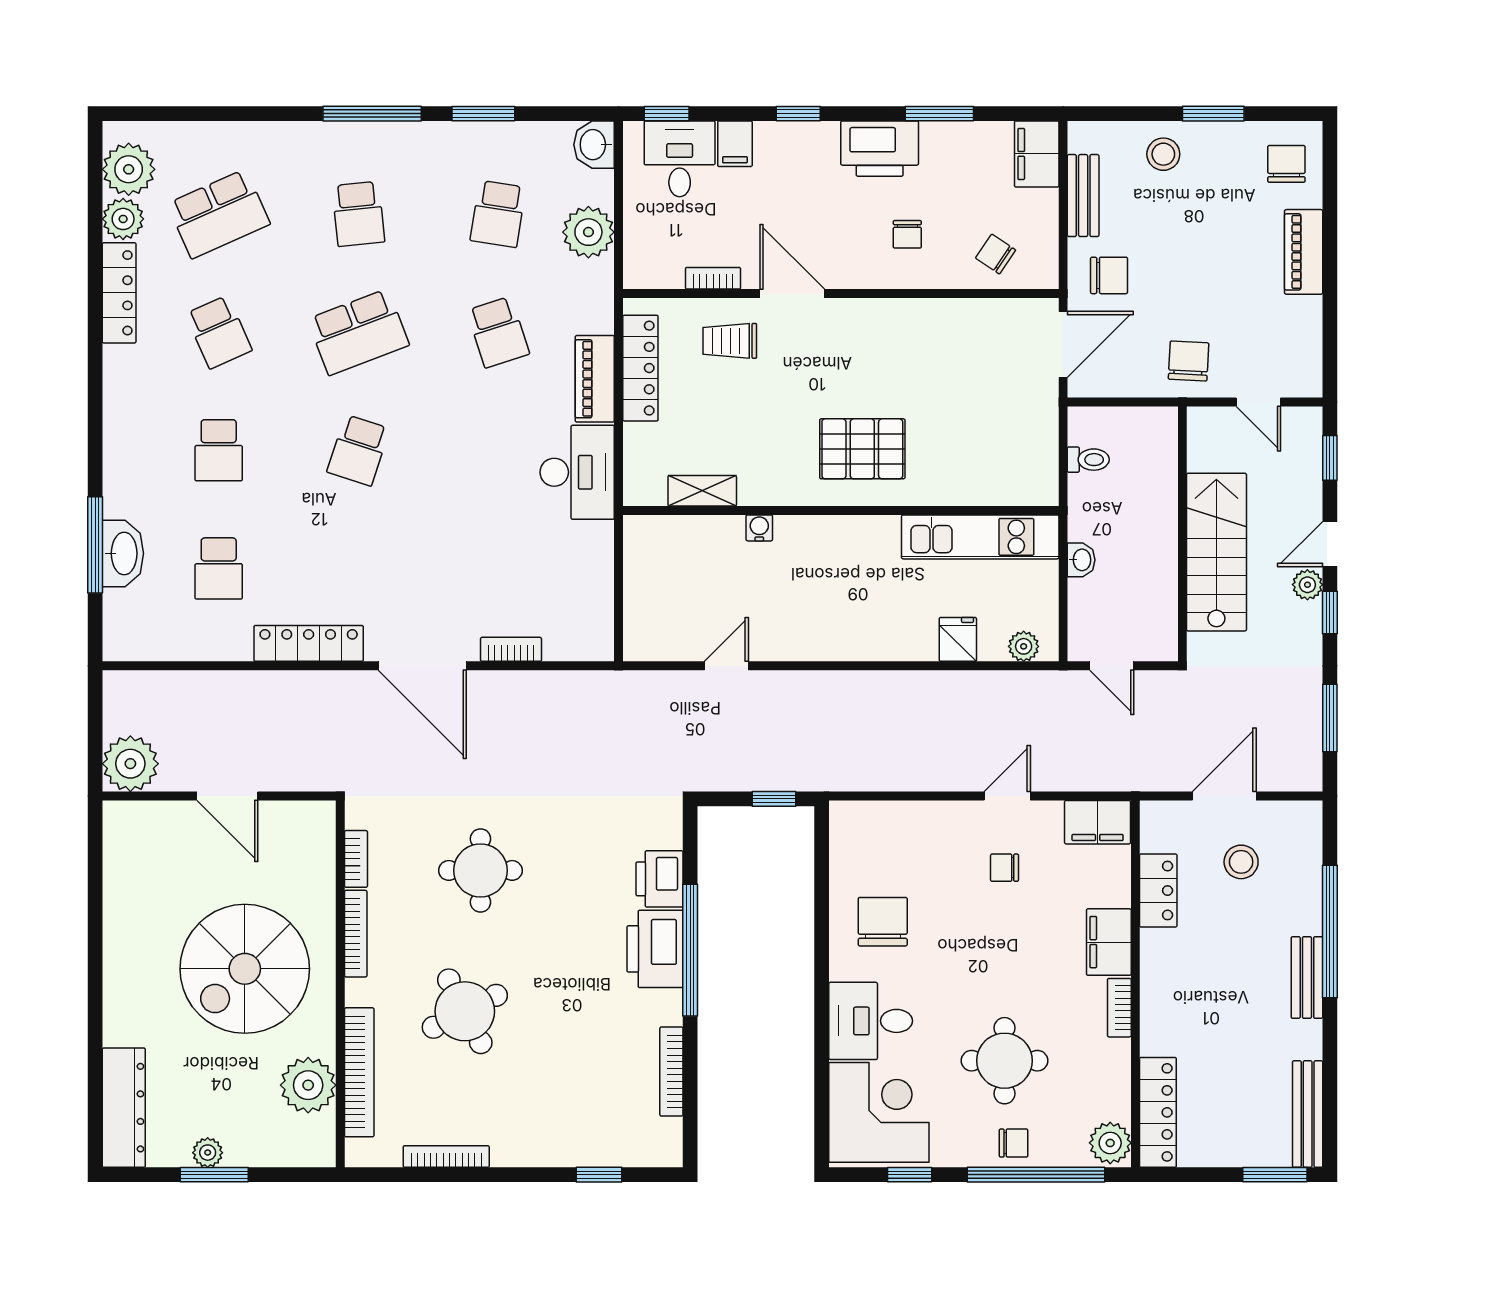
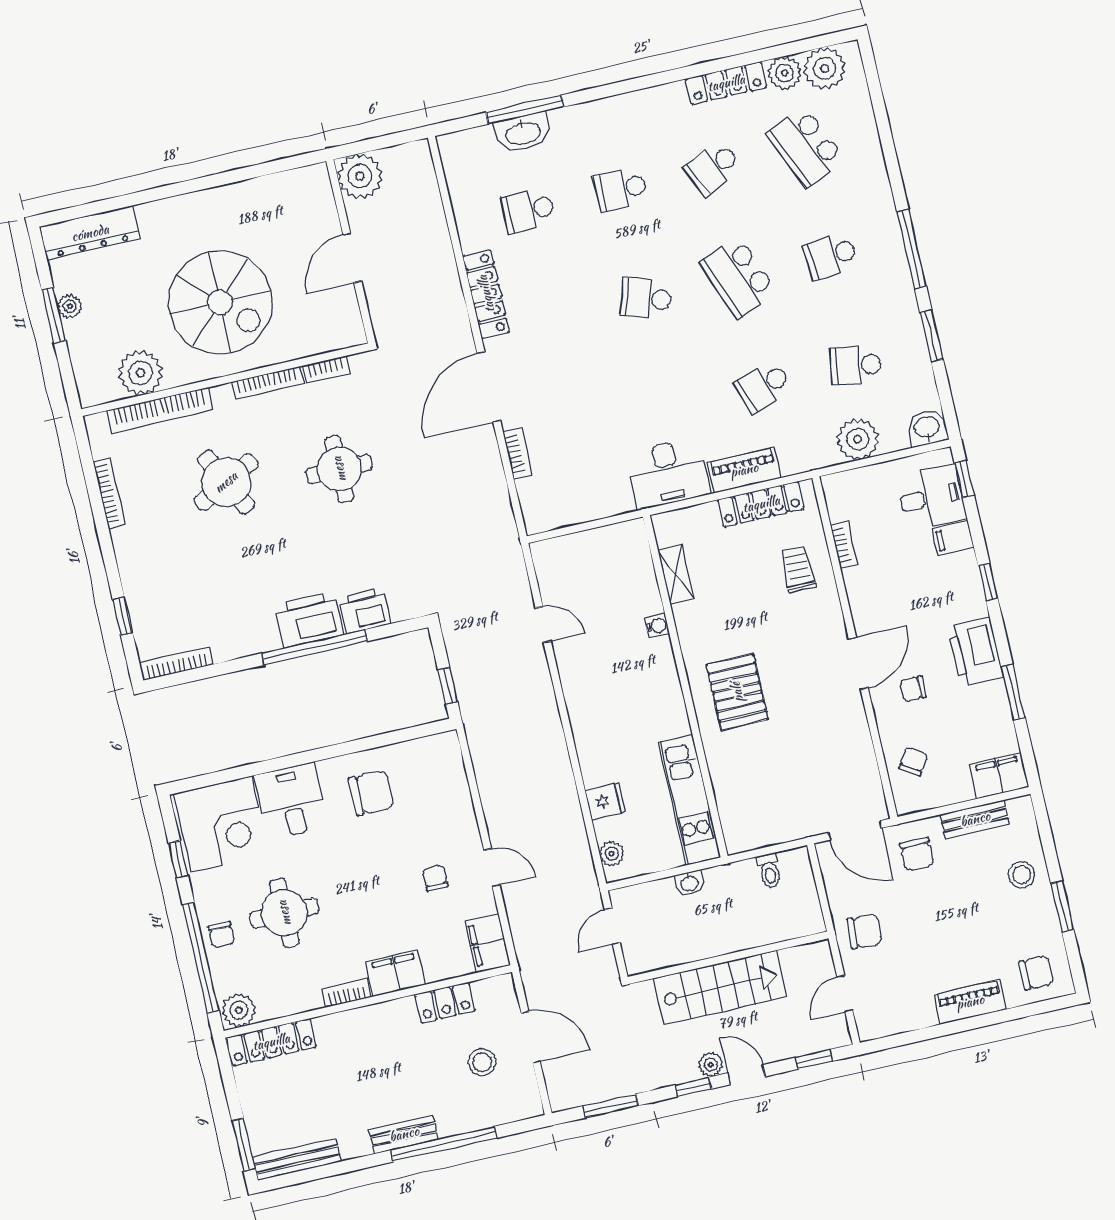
door: (792, 294) -> (858, 663), moved
spiral stairs: (245, 969) -> (220, 302), turned 180
bookcase: (671, 1072) -> (176, 664), moved

